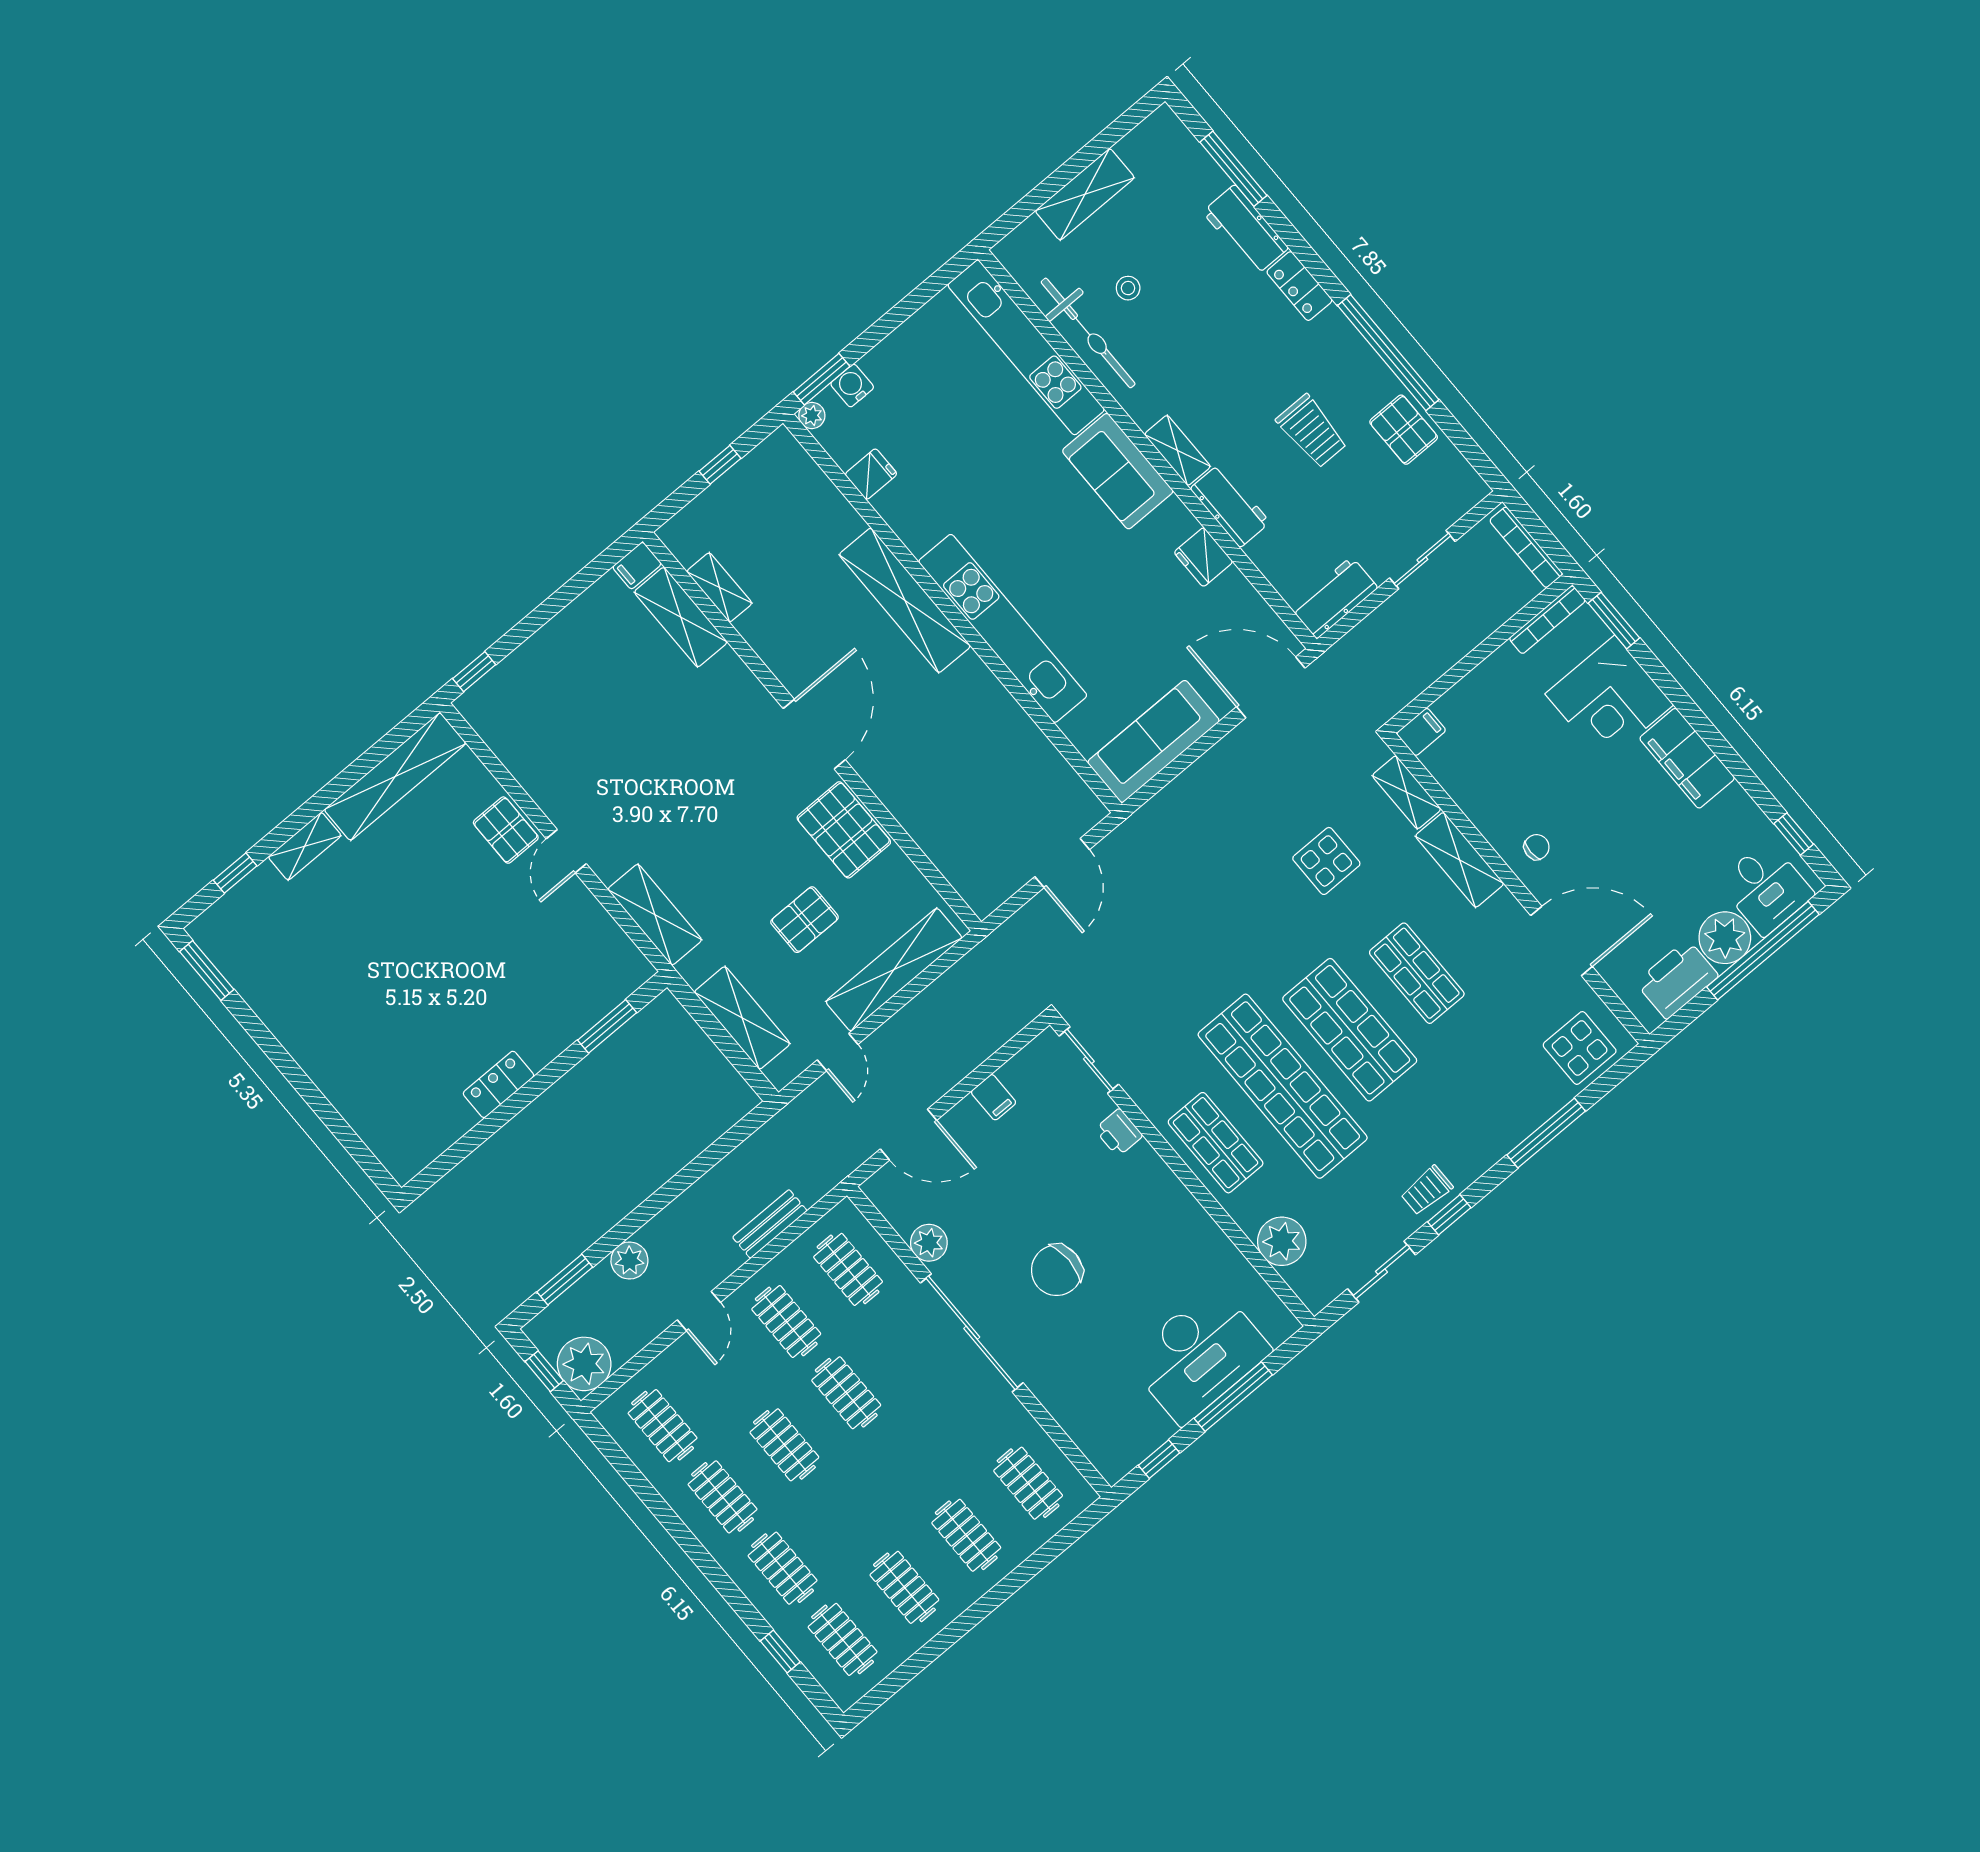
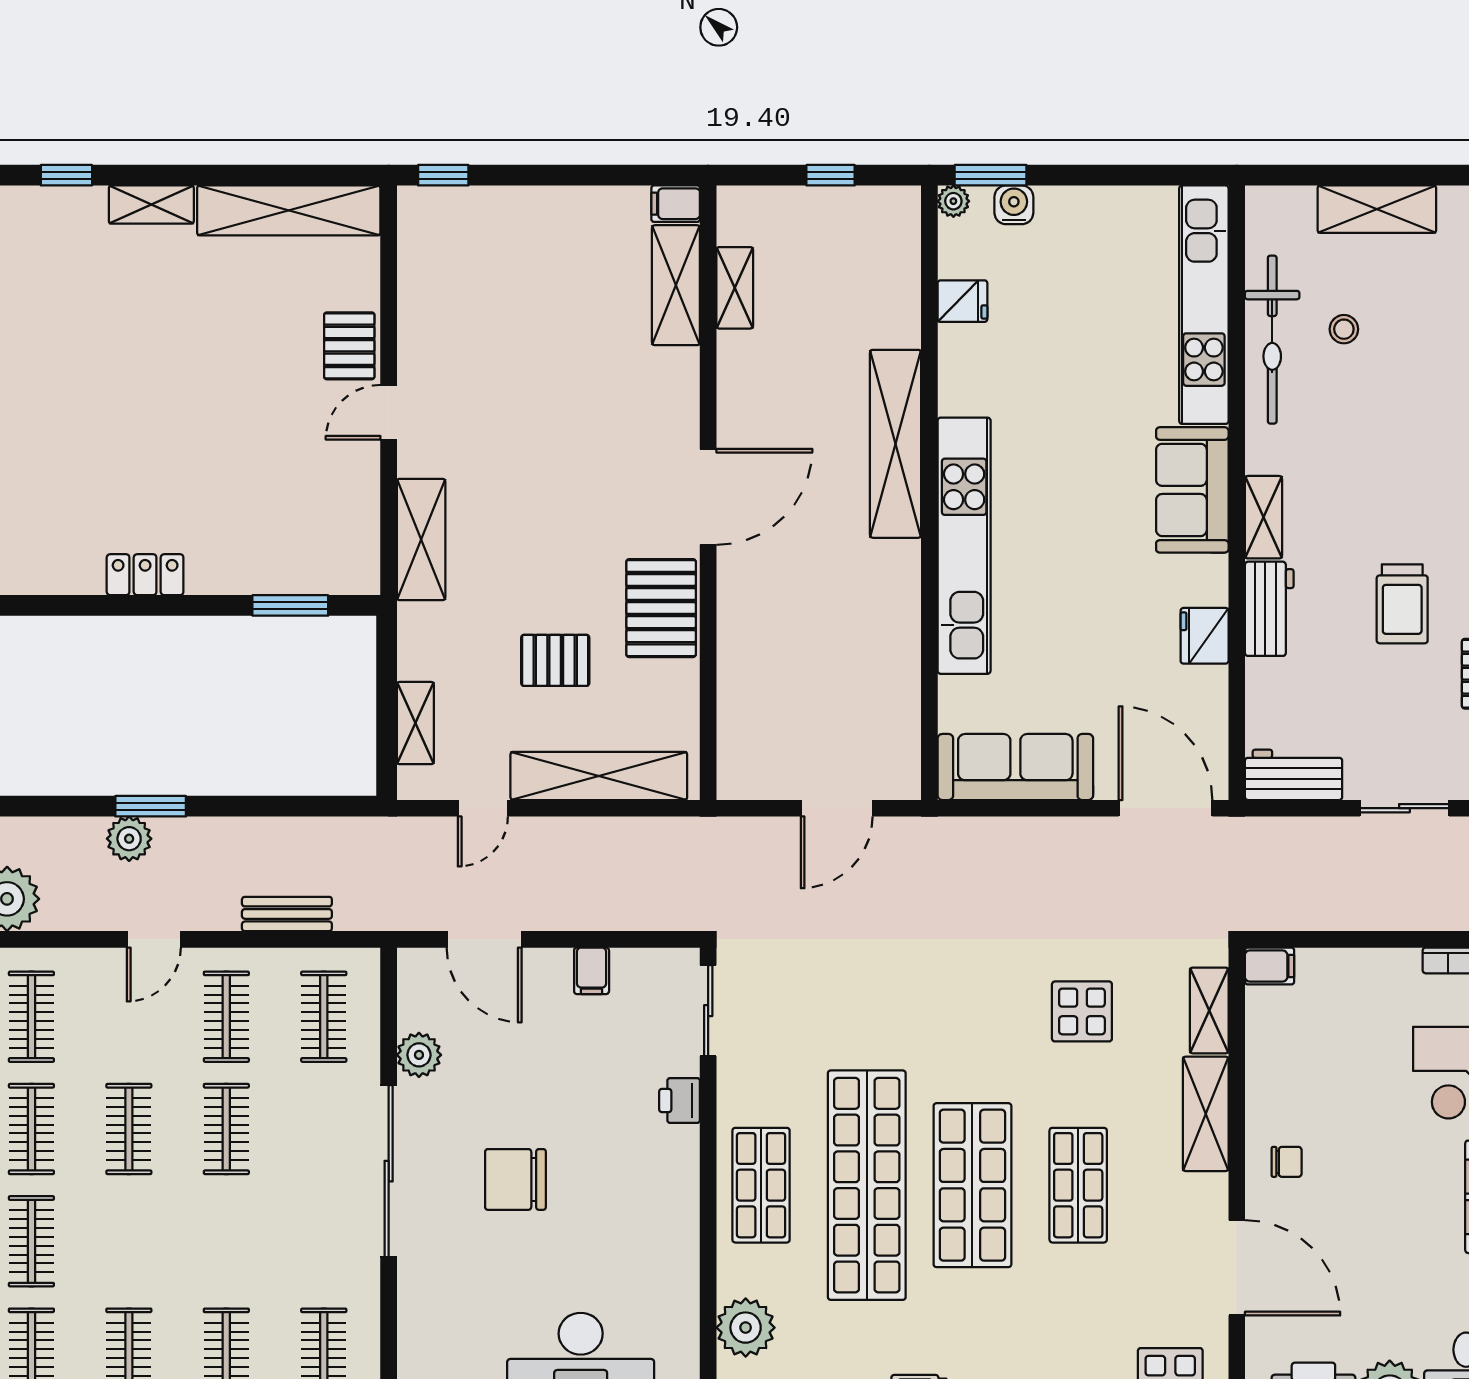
shelving: (742, 1018) -> (415, 723), width x0.67, depth x0.75
window: (565, 1280) -> (151, 806), moved

